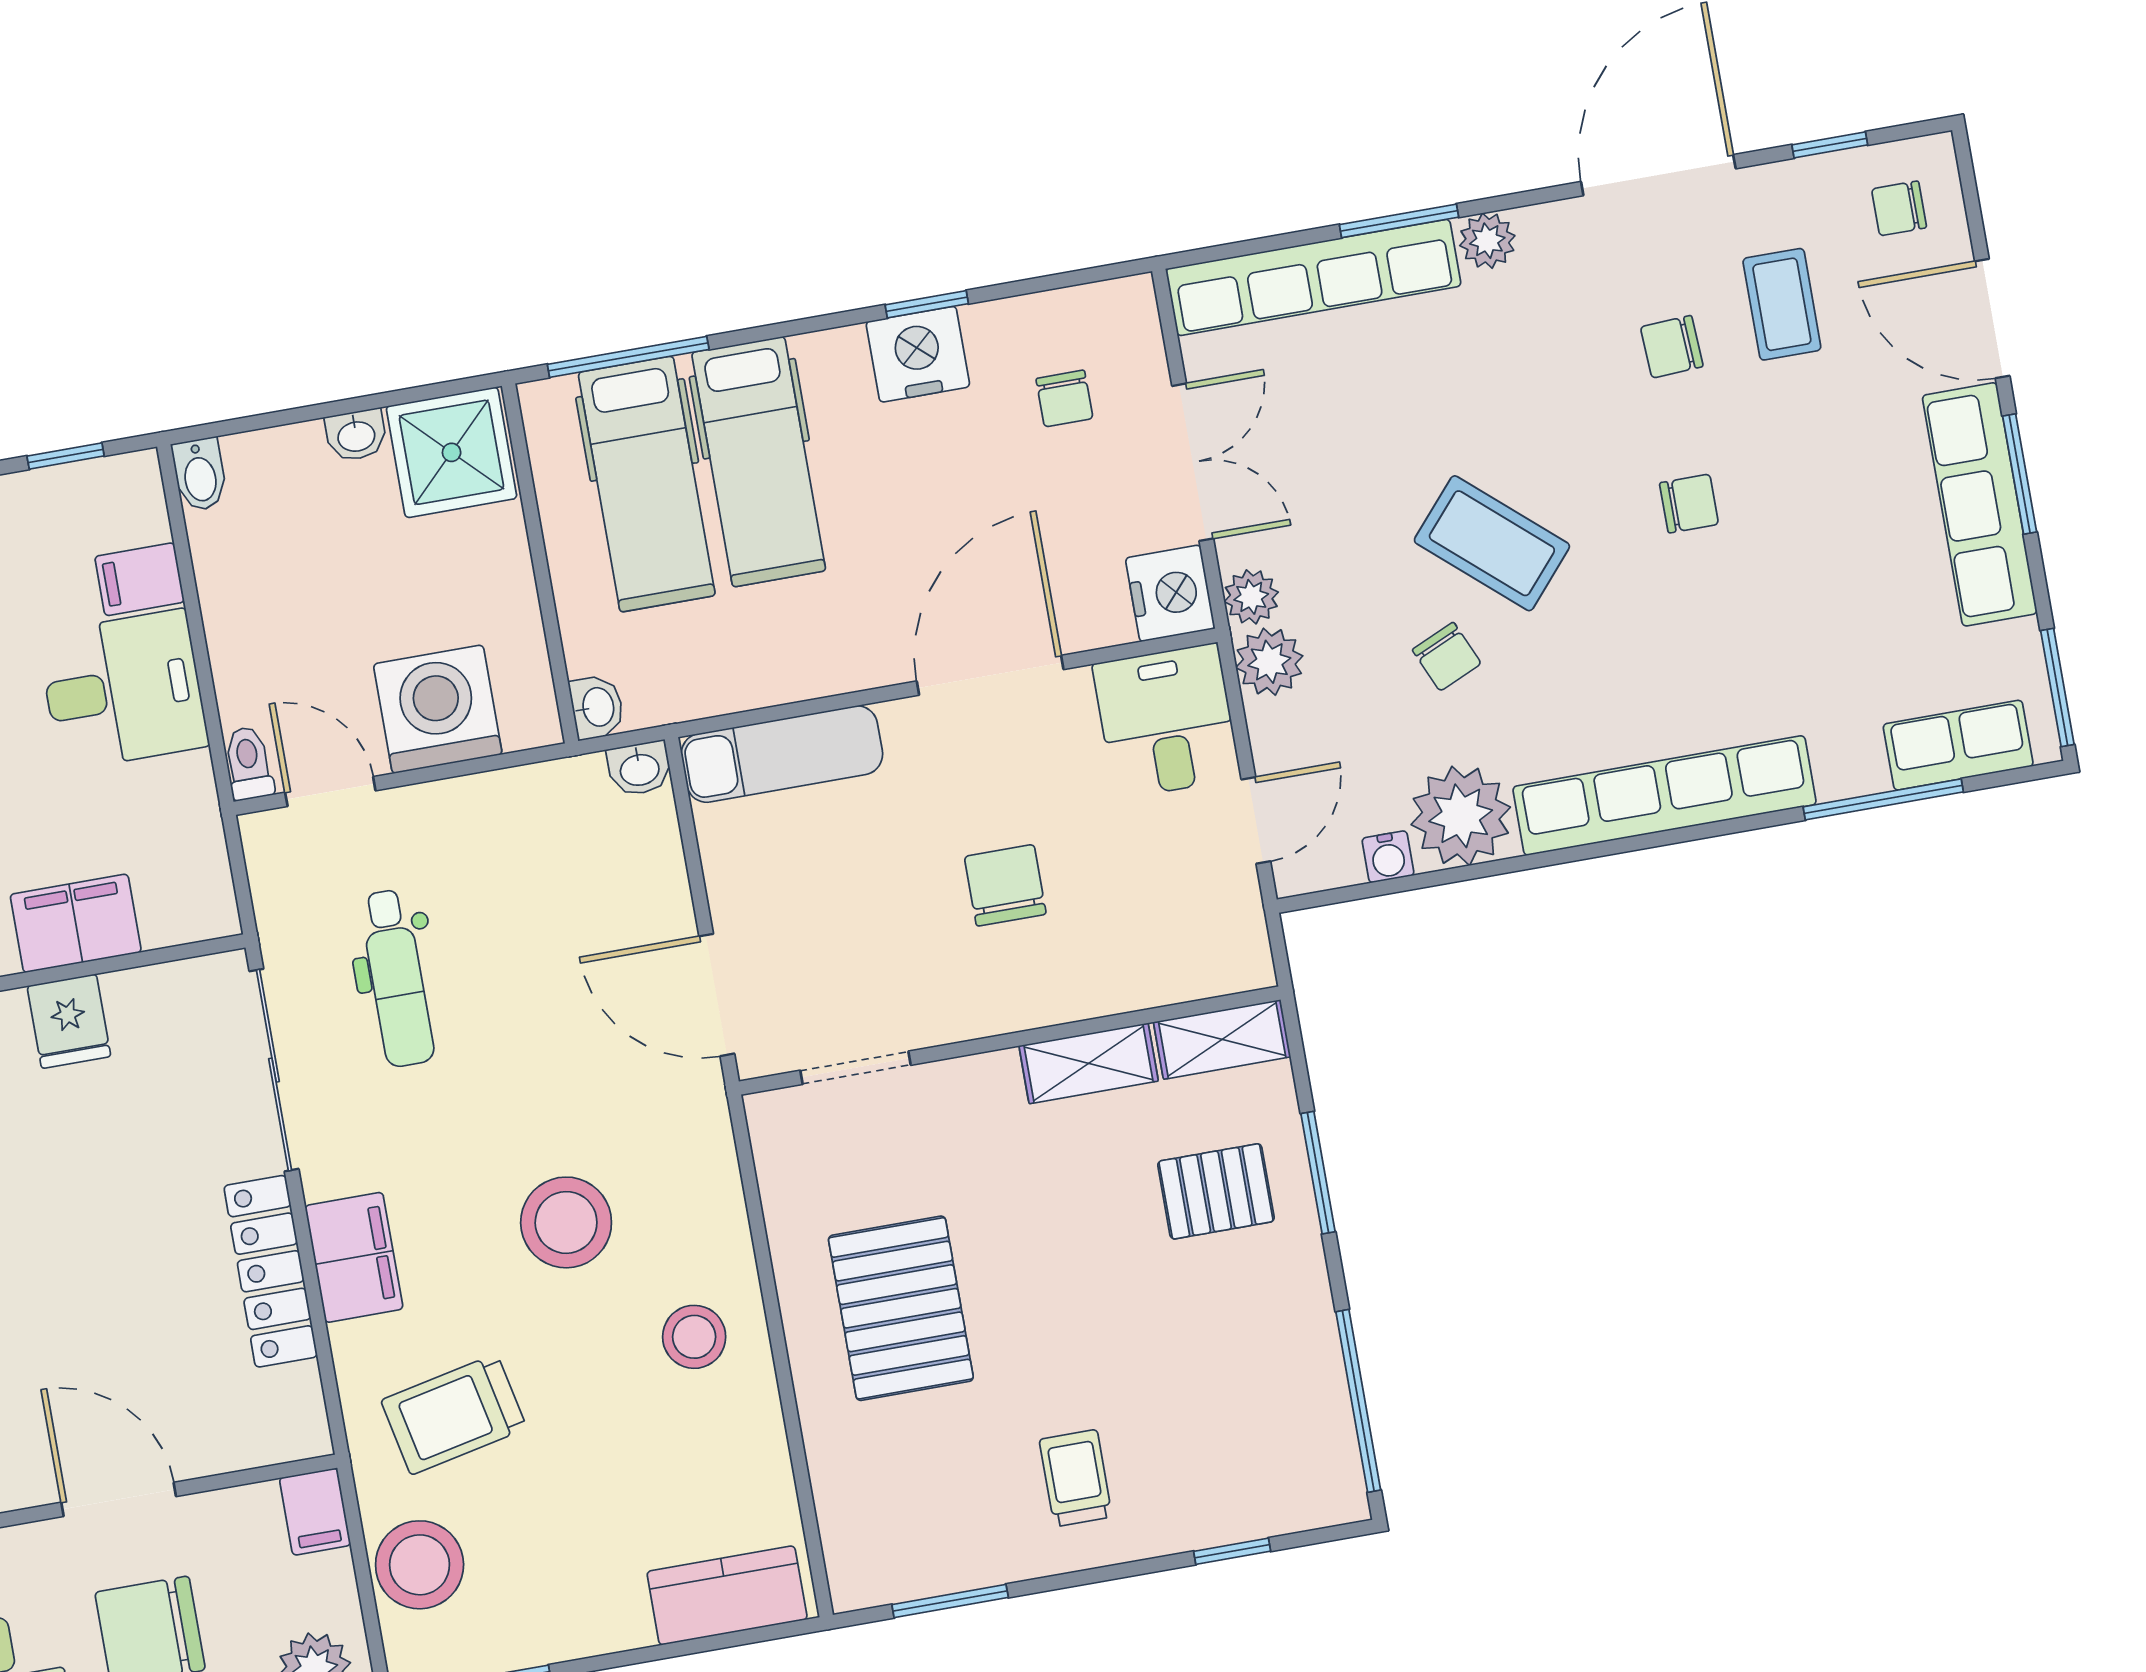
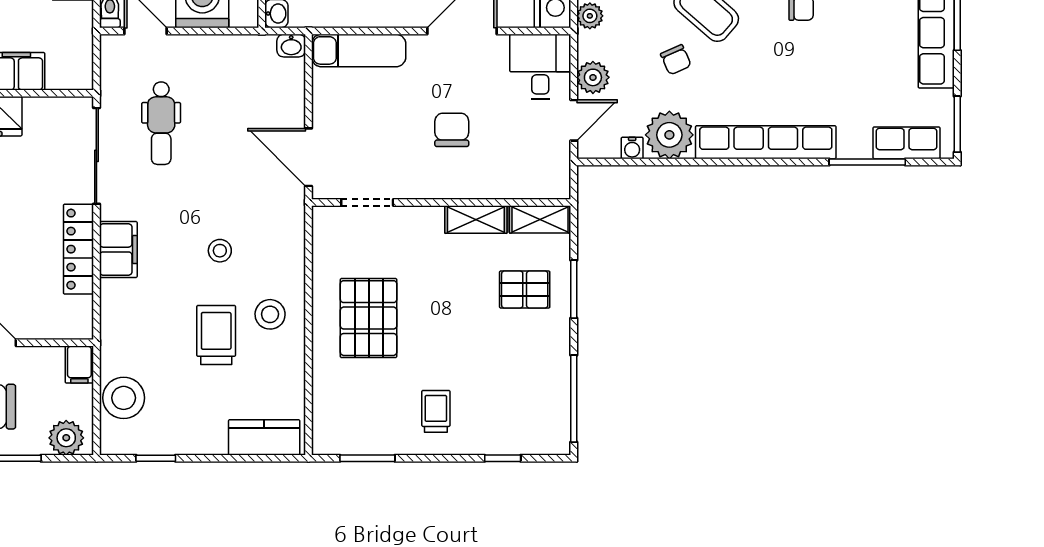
plant: (1269, 662) -> (593, 77), moved
stool: (566, 1222) -> (220, 251), width x0.53, depth x0.53
trolley: (454, 1414) -> (216, 335), moved, turned 102

